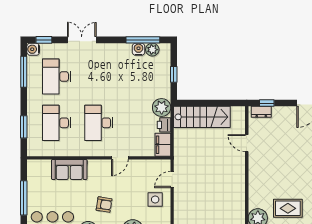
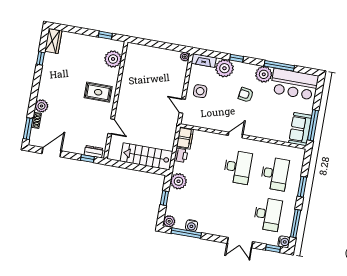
plant: (152, 50) -> (169, 221), moved
plant: (162, 107) -> (178, 181), moved
window: (24, 127) -> (302, 187), moved
door: (120, 158) -> (235, 135), moved
sofa: (69, 170) -> (300, 129), moved, turned -90
door: (172, 180) -> (182, 106), swing flipped
window: (24, 198) -> (313, 125), moved
rug: (288, 208) -> (98, 92), moved

